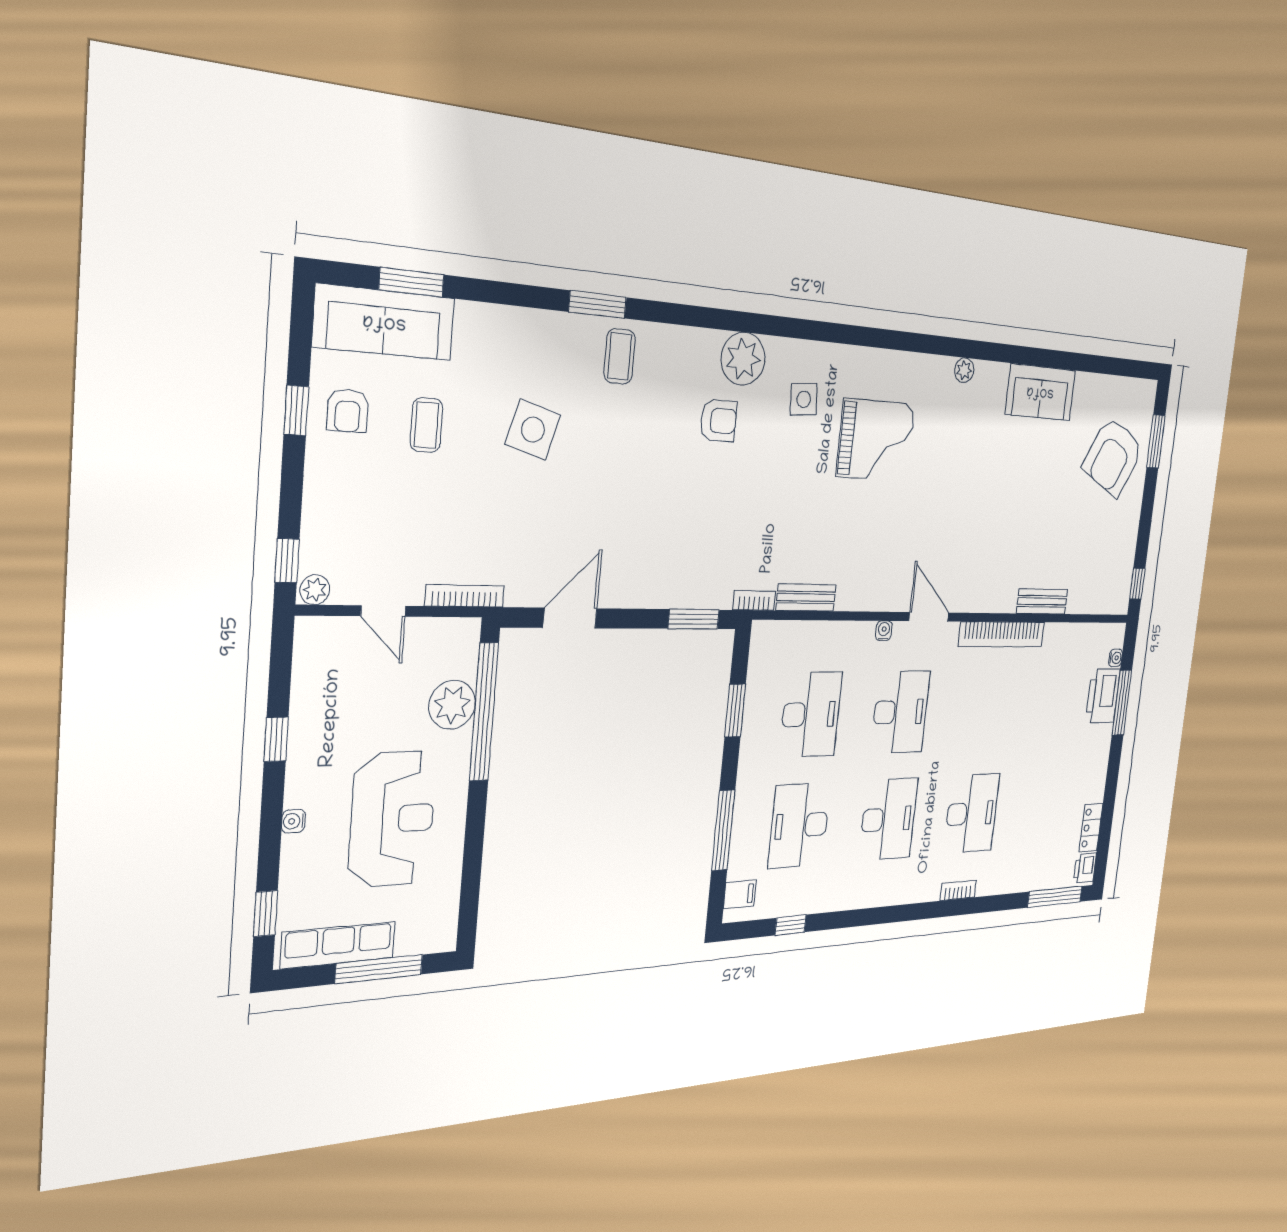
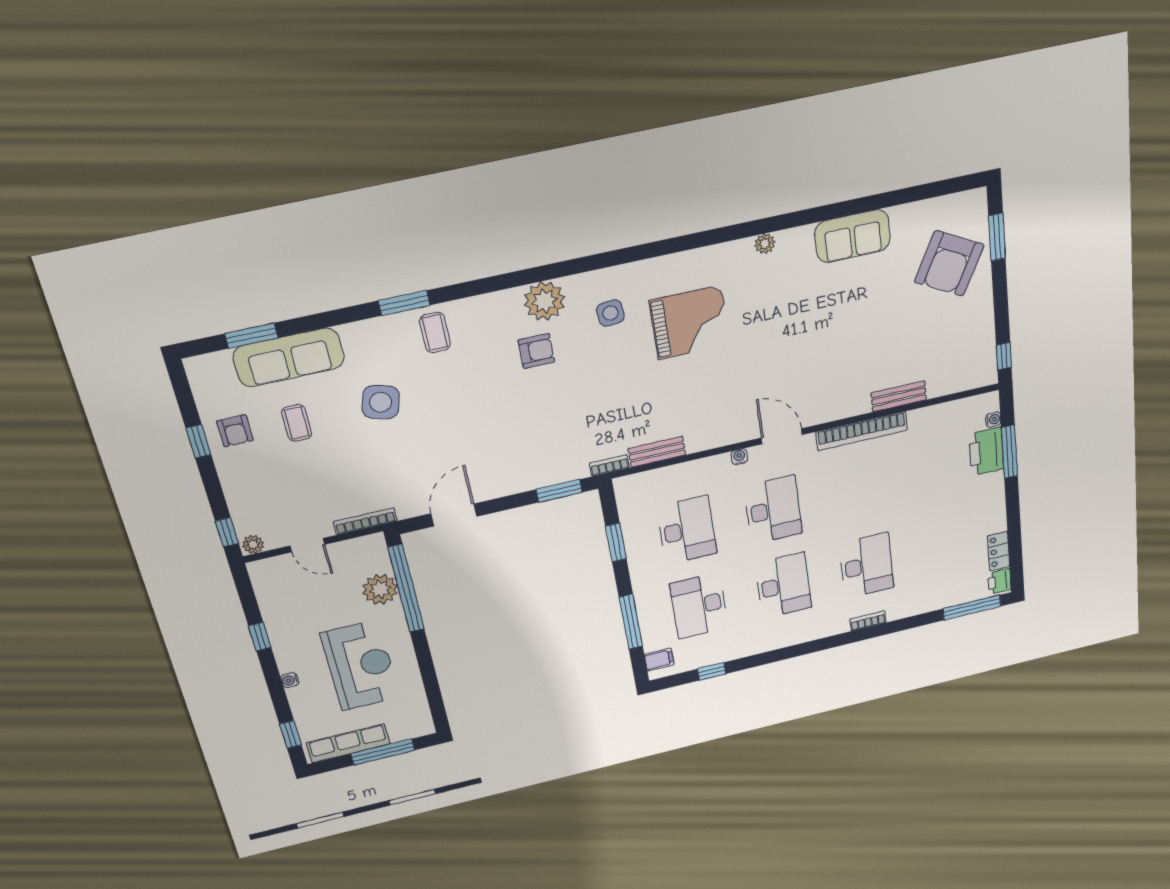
sofa: (384, 322) -> (289, 357), moved

